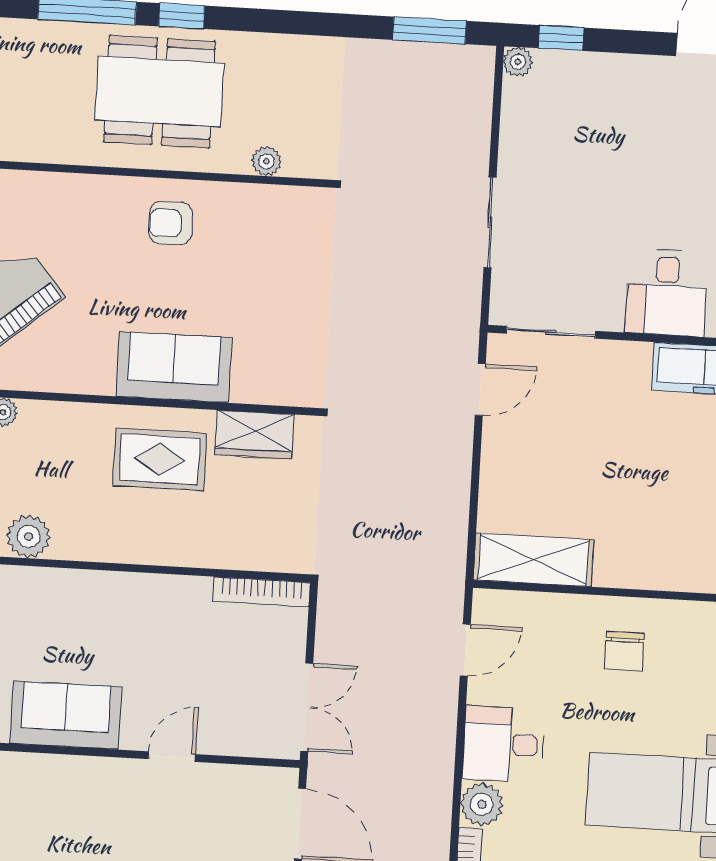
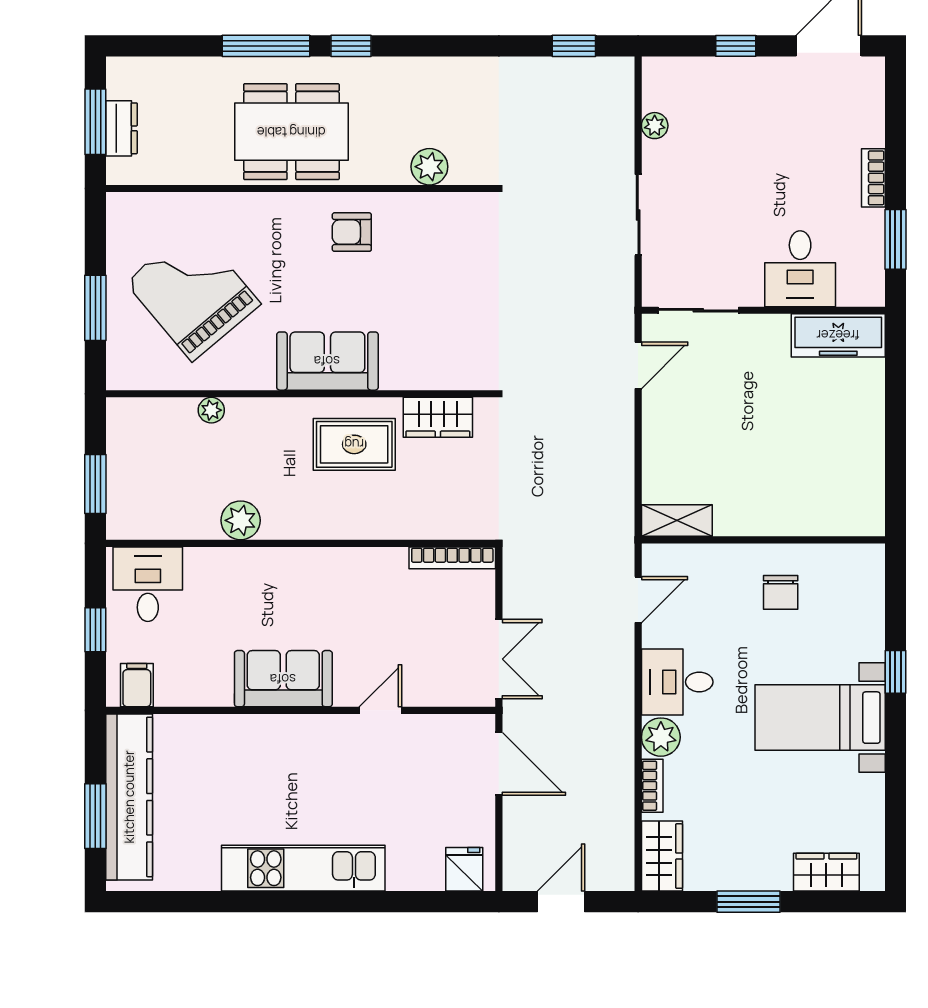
window: (429, 30) -> (574, 46), width x0.67
window: (561, 38) -> (736, 46), moved
plant: (518, 62) -> (655, 126), moved
dining table: (159, 92) -> (291, 132), moved
plant: (266, 161) -> (429, 167), width x1.38, depth x1.38
sofa: (174, 367) -> (327, 361), moved
shelving: (534, 560) -> (677, 520), width x0.67, depth x0.75

